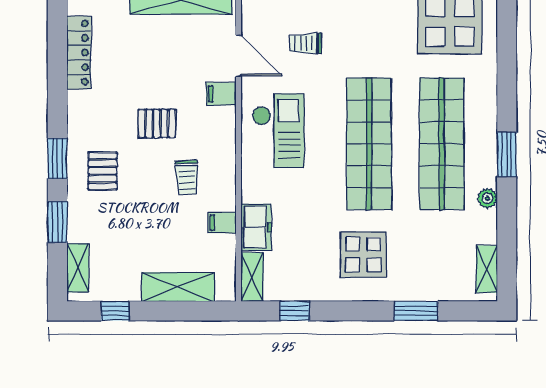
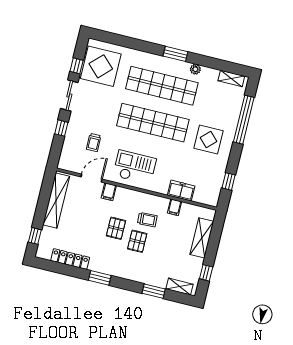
window: (57, 158) -> (100, 278), moved
pallet: (103, 171) -> (137, 241), moved, turned 90
shelving: (252, 277) -> (206, 199), removed
window: (416, 311) -> (244, 120), width x2.11

